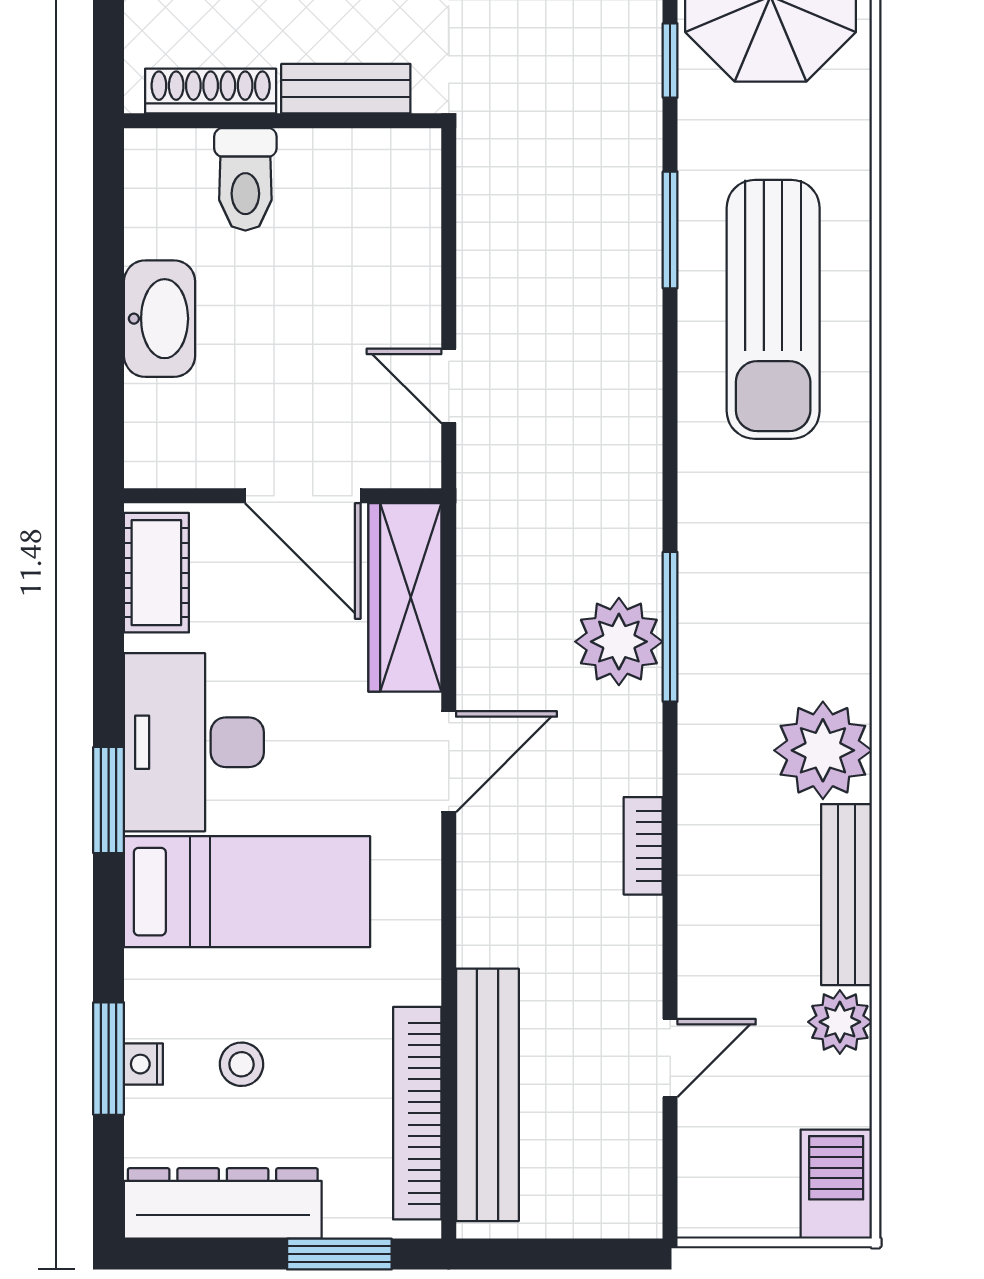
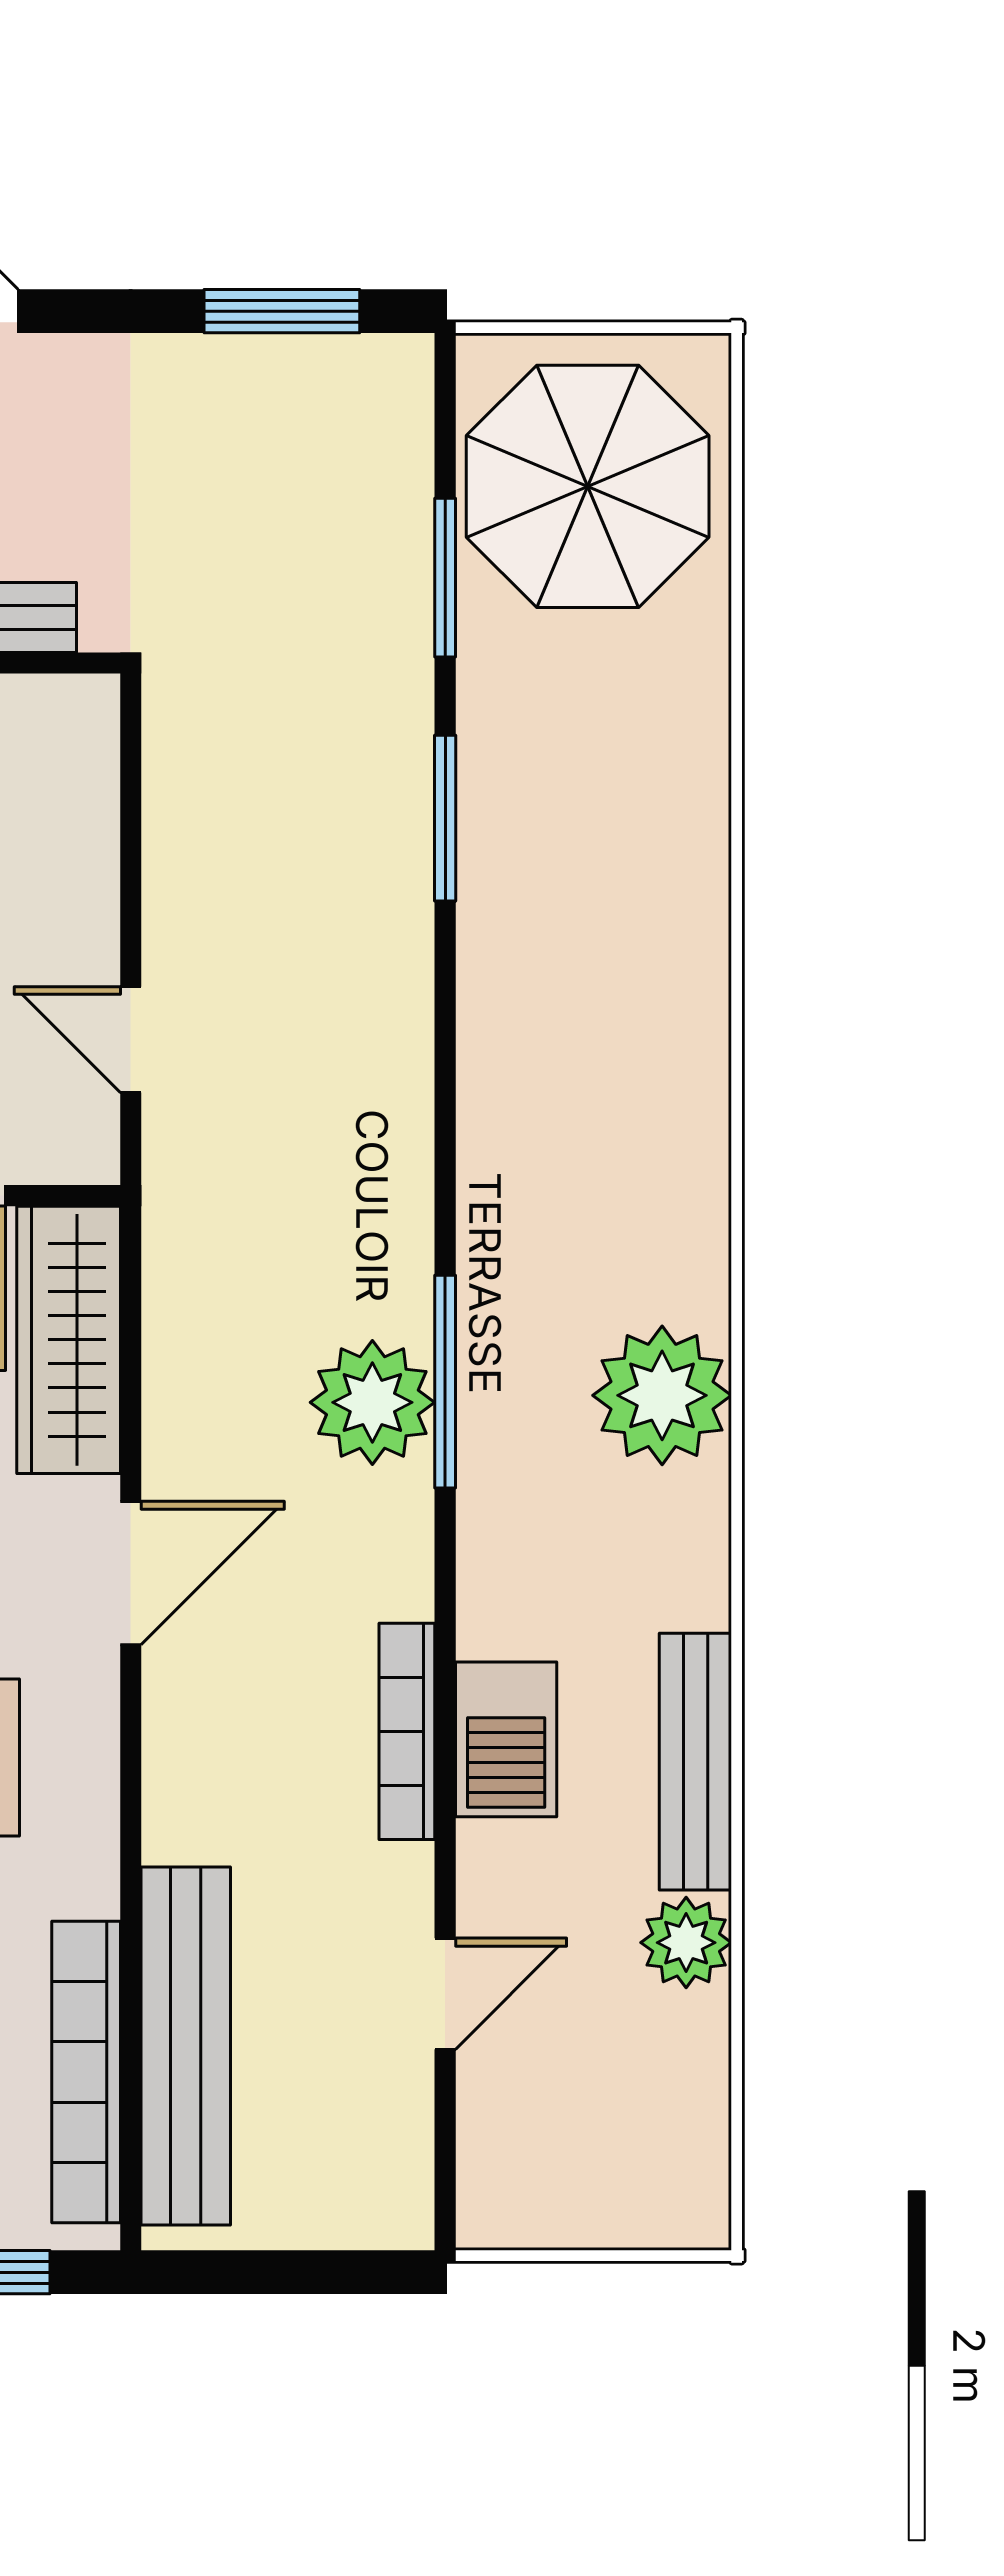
window: (670, 61) -> (445, 578), width x1.50
sun lounger: (773, 309) -> (591, 931), removed
plant: (823, 750) -> (662, 1395), moved
bookcase: (643, 846) -> (407, 1731), width x1.56
barbecue: (836, 1184) -> (506, 1739), moved, turned 180

